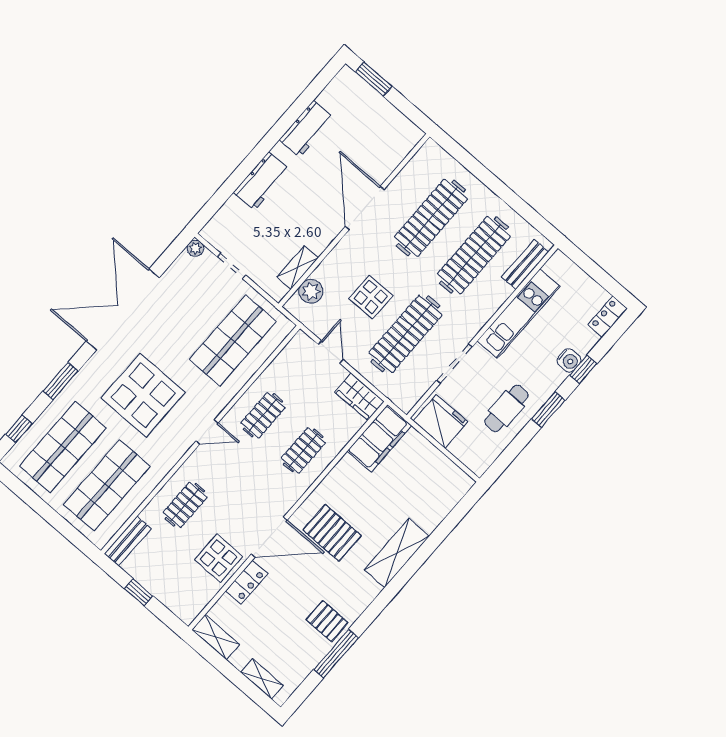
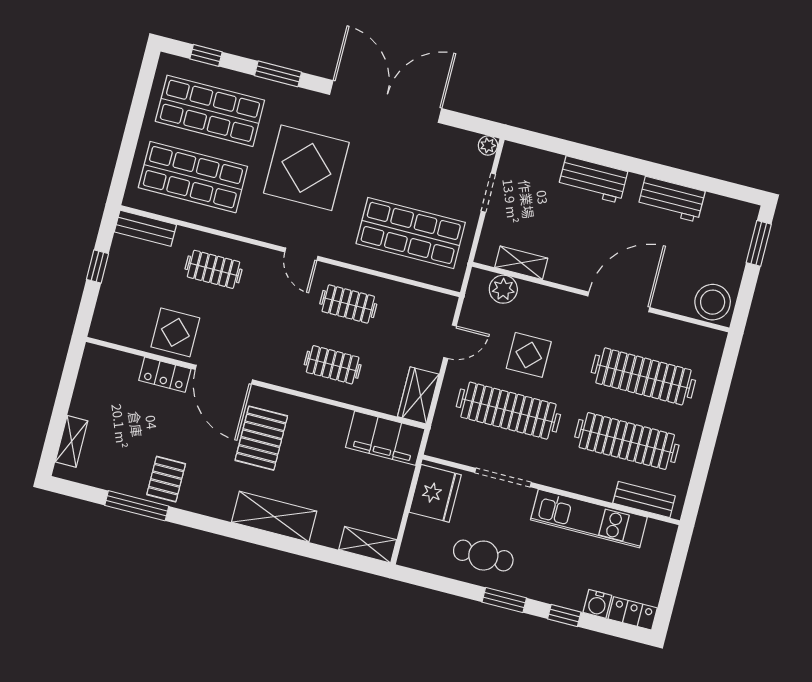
stool: (401, 137) -> (713, 302), added
water cooler: (569, 360) -> (597, 604), moved
shelving: (216, 637) -> (368, 545), moved, turned 90

